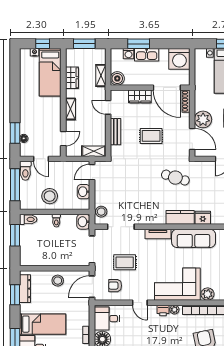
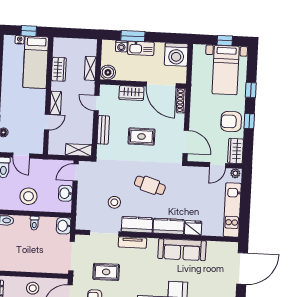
window: (84, 44) -> (74, 33), removed
plant: (203, 119) -> (199, 121), removed
door: (63, 139) -> (47, 122), moved
cafe table: (175, 178) -> (150, 185), moved
stool: (101, 212) -> (114, 202), moved
kitchen counter: (151, 217) -> (137, 225), added
tv unit: (158, 234) -> (132, 242), moved

